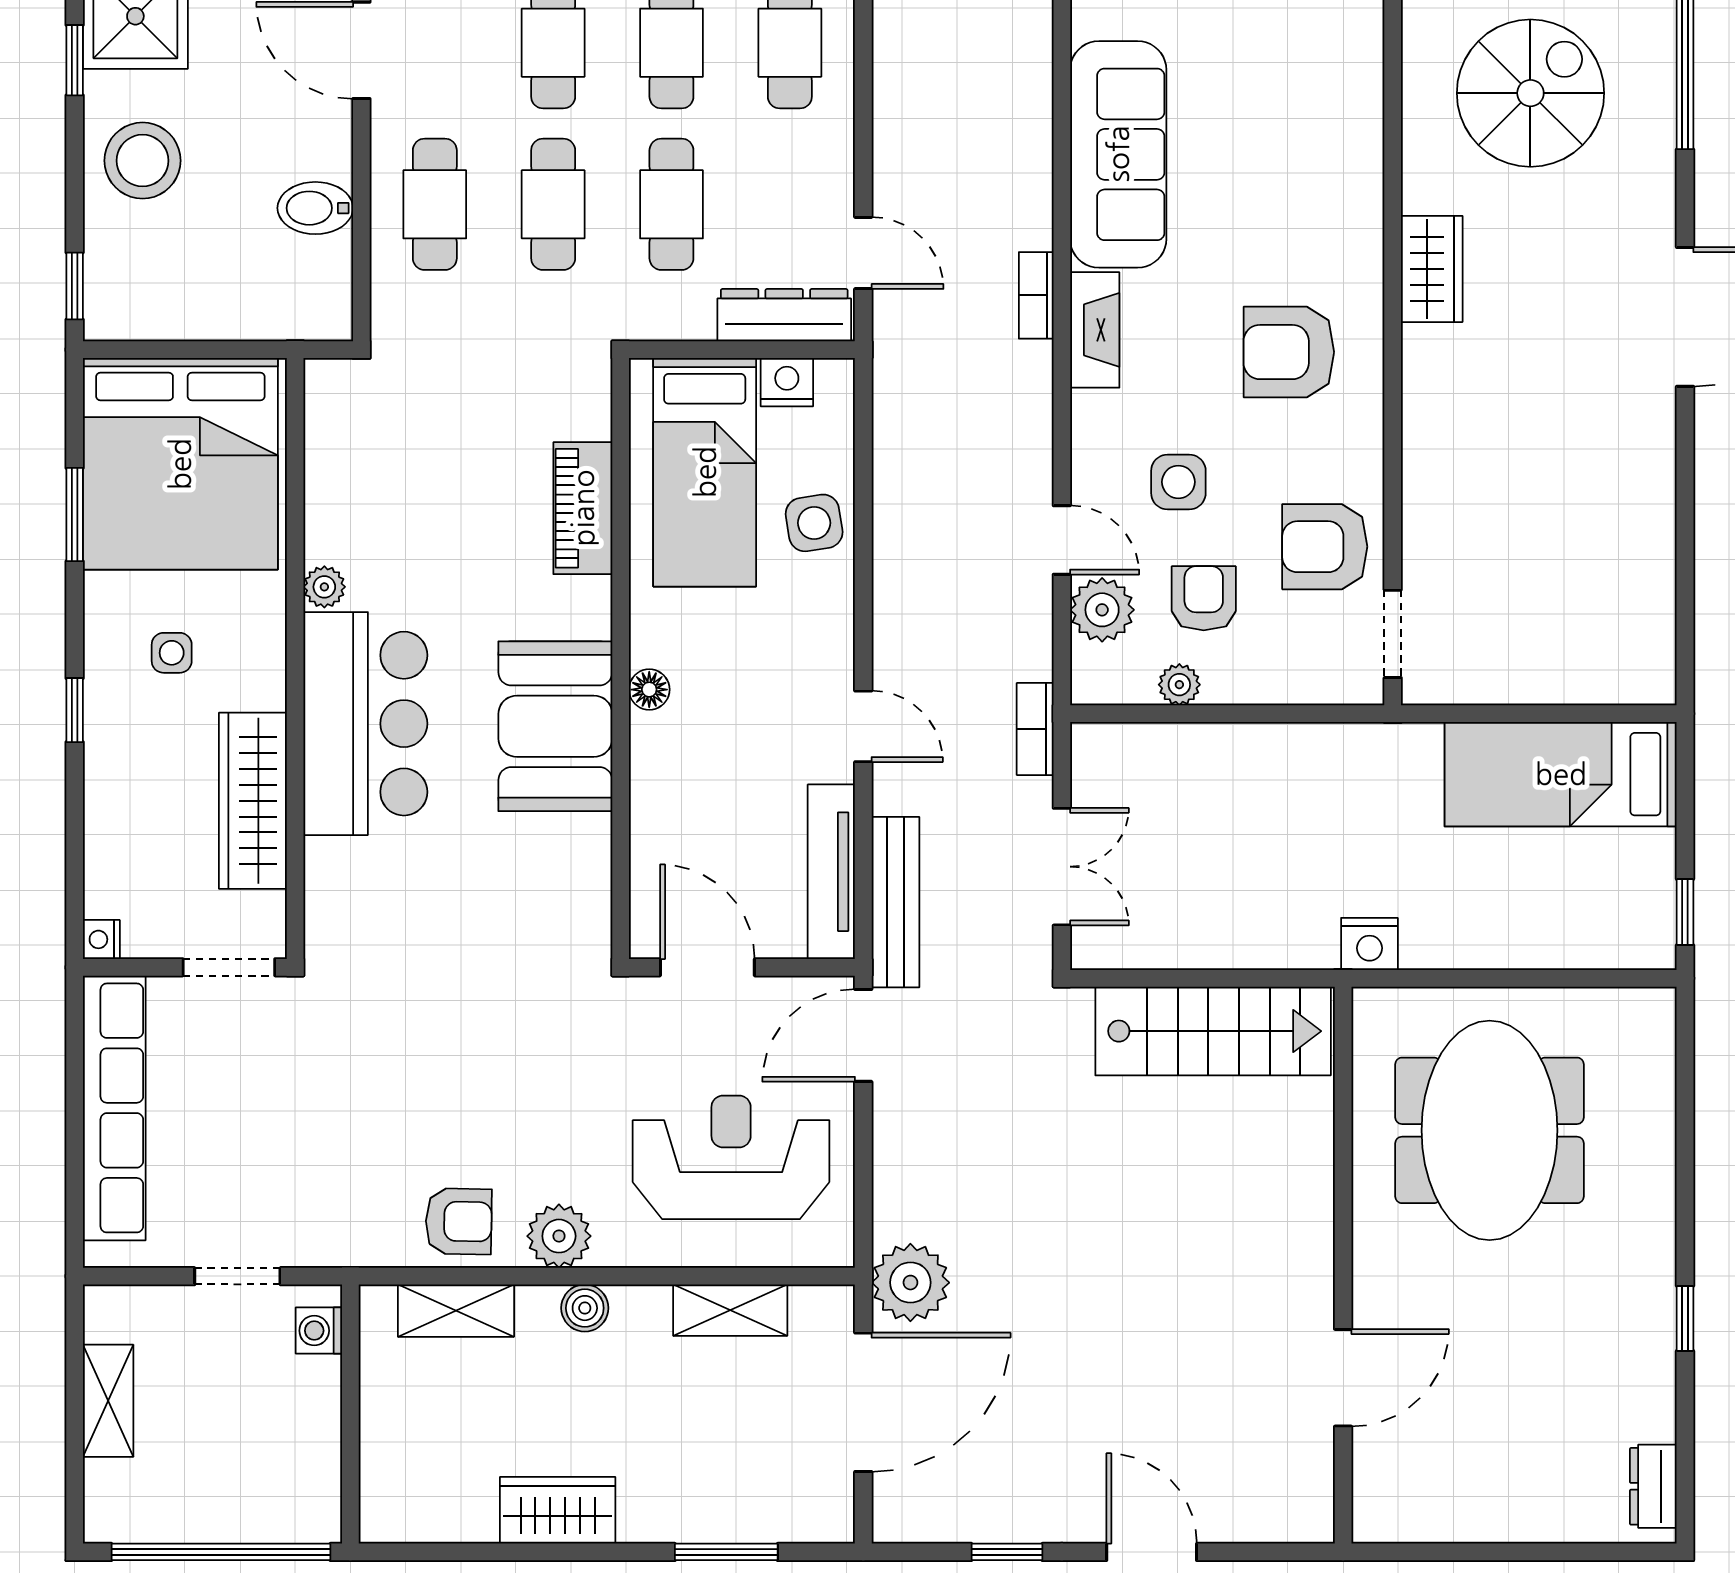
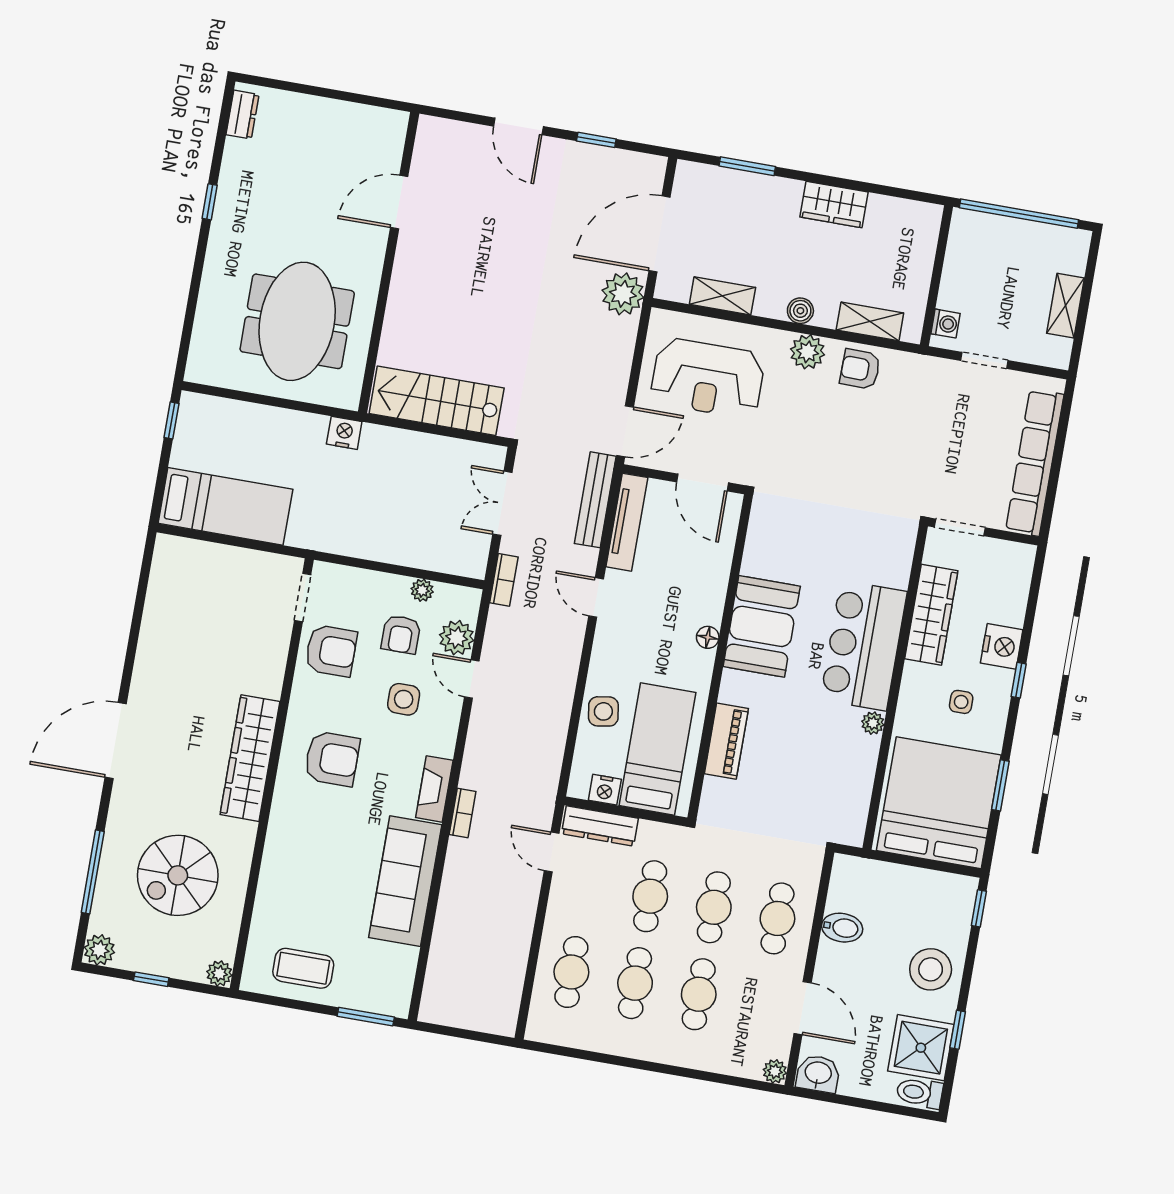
wardrobe: (1432, 269) -> (250, 758), width x2.10, depth x1.17
nightstand: (101, 939) -> (1002, 646), moved, width x1.89, depth x1.79

